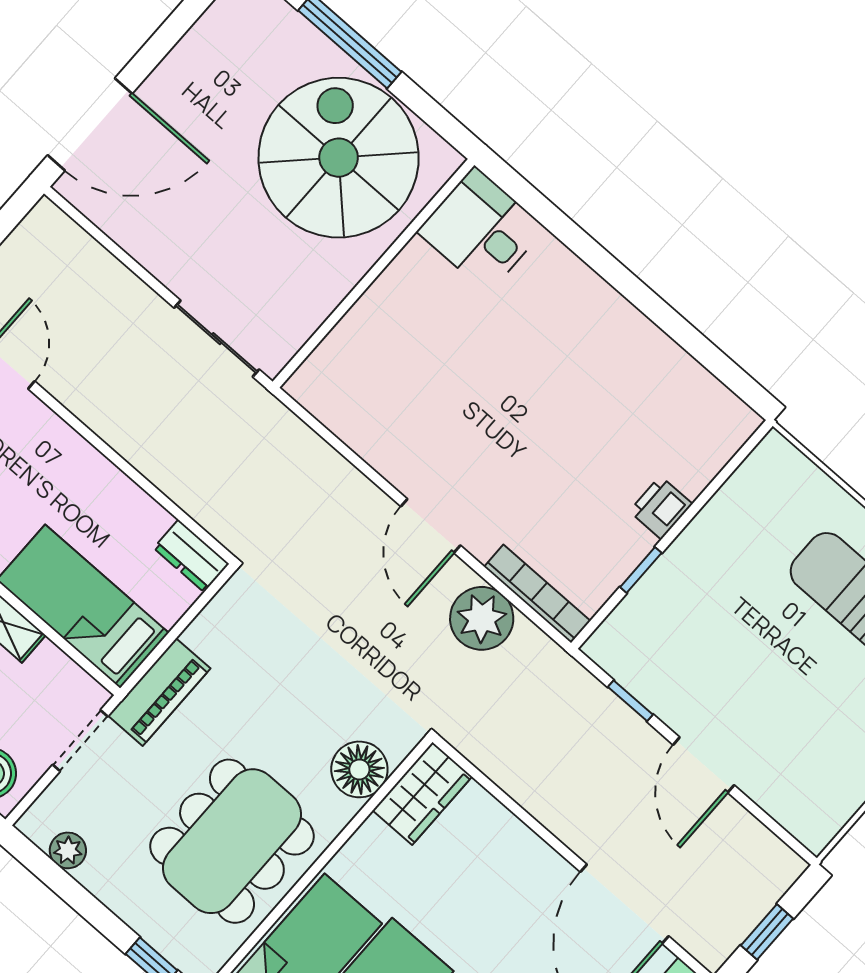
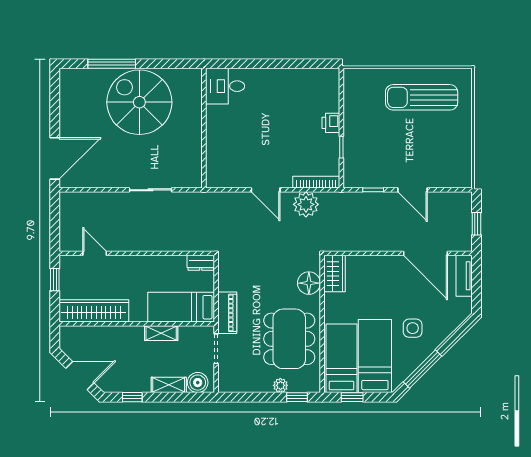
desk: (481, 230) -> (225, 86), moved
wall: (374, 273) -> (204, 128), moved
plant: (68, 850) -> (280, 385), moved

